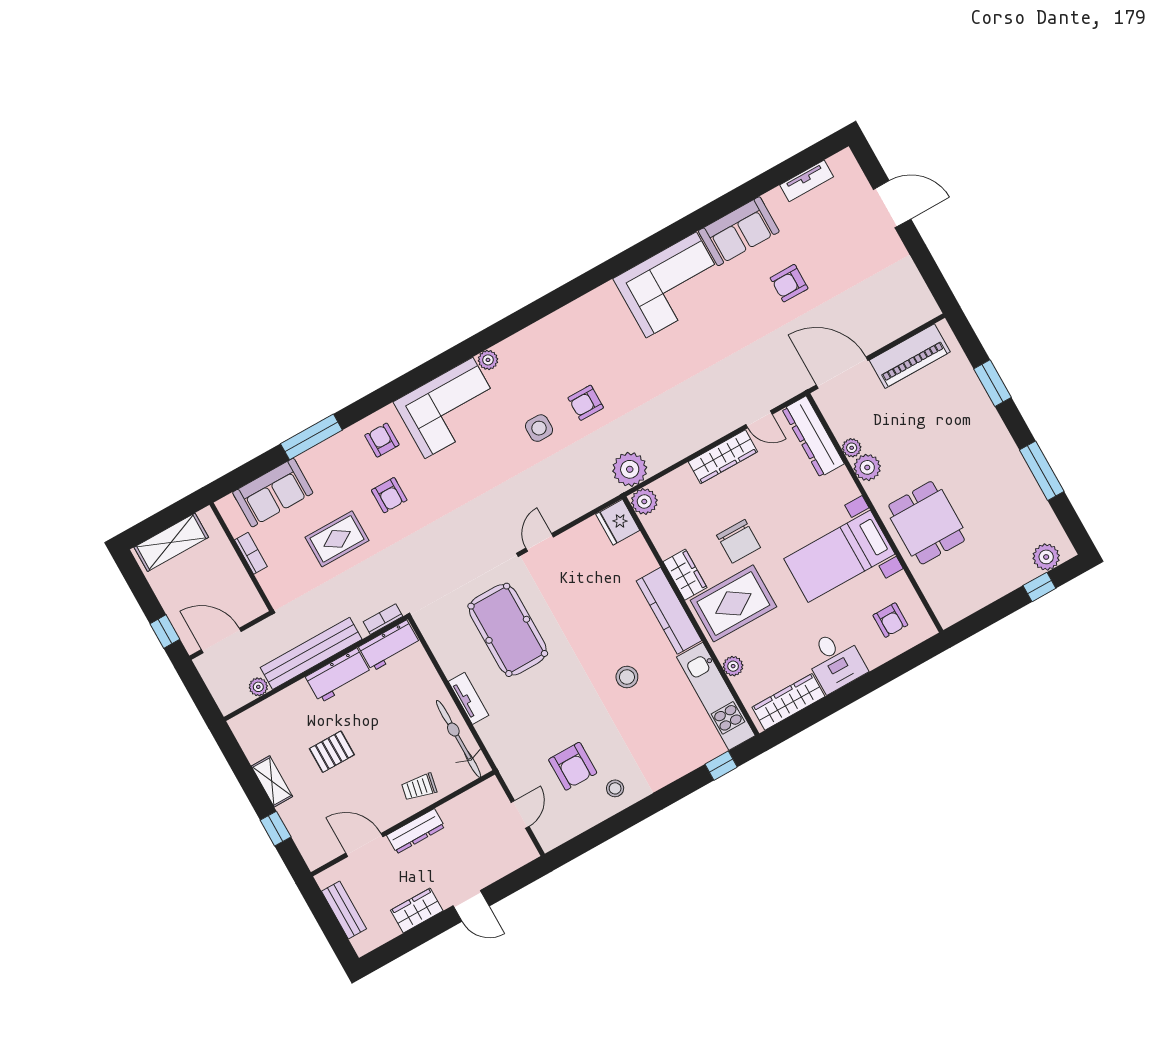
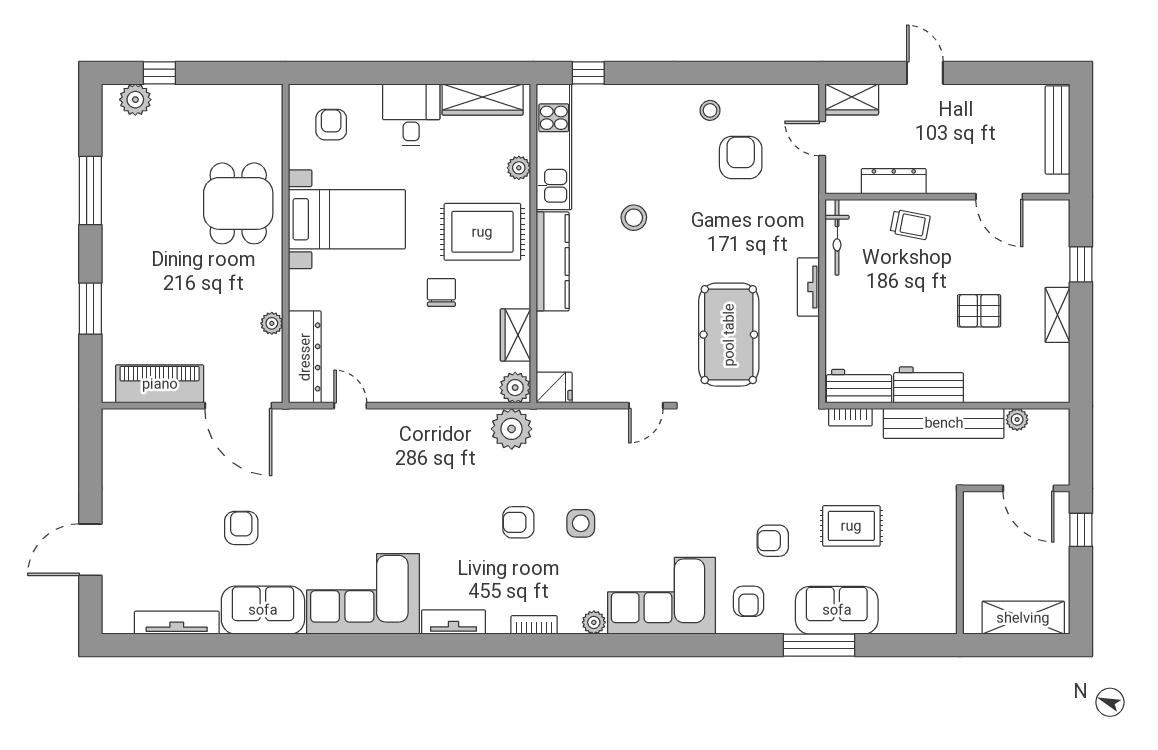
tv unit: (807, 181) -> (177, 623), width x1.41
door: (892, 204) -> (90, 550), hinge flipped
armchair: (789, 283) -> (241, 528), turned -90
tv unit: (592, 302) -> (453, 622), added
armchair: (586, 403) -> (518, 522), turned 180
wardrobe: (723, 457) -> (409, 388), removed
plant: (867, 467) -> (267, 294), removed
sofa: (273, 493) -> (837, 610), moved
armchair: (389, 495) -> (773, 541), turned -90
fridge: (618, 522) -> (554, 387), width x0.72
chair: (739, 541) -> (441, 293), width x0.73, depth x0.73
bookcase: (251, 553) -> (534, 625), moved, turned 90
wardrobe: (685, 575) -> (515, 335), moved
bicycle: (459, 739) -> (837, 237), width x0.73, depth x0.71
door: (520, 814) -> (822, 138), hinge flipped
dresser: (416, 831) -> (894, 181), moved
bench: (344, 910) -> (1058, 130), width x1.36
wardrobe: (417, 910) -> (852, 99), moved

